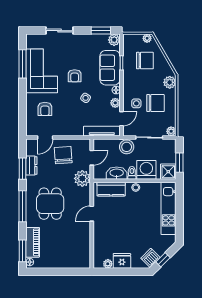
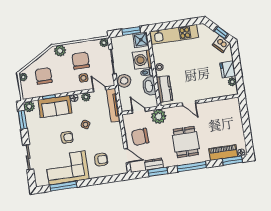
dining table: (50, 204) -> (186, 142), turned 90

